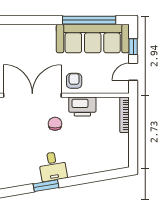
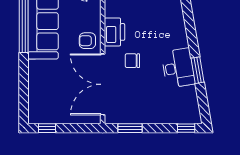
desk: (53, 166) -> (178, 68), width x1.37

